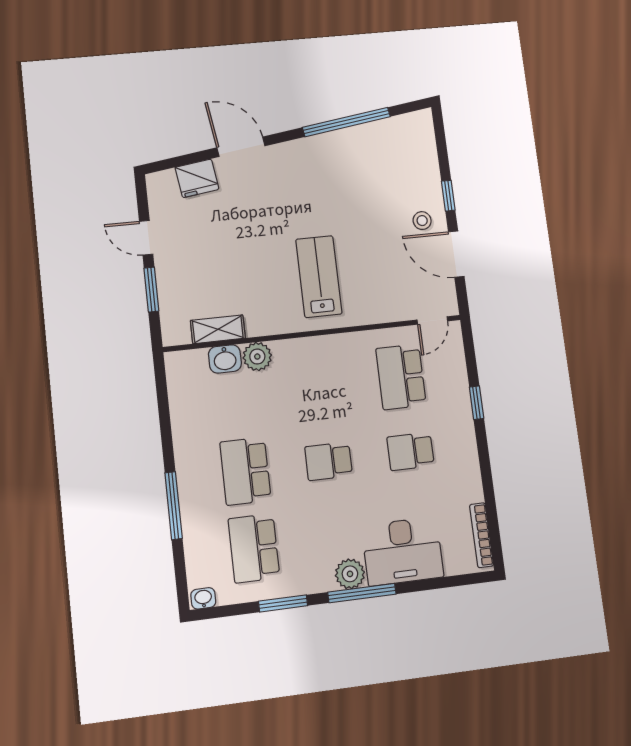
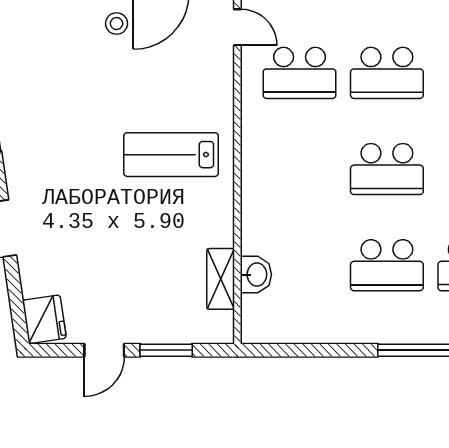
fridge: (197, 178) -> (44, 319), moved
plant: (257, 357) -> (257, 237), removed
school desk: (411, 451) -> (387, 73), width x1.85
school desk: (329, 461) -> (387, 169), width x1.85

